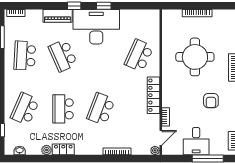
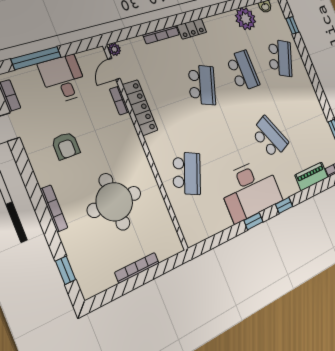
piano: (58, 16) -> (312, 176), moved
school desk: (25, 55) -> (306, 122), removed
locker: (153, 95) -> (140, 108), moved
armchair: (211, 101) -> (66, 146), turned 180
locker: (63, 149) -> (192, 29), moved
plant: (46, 150) -> (246, 19), width x1.88, depth x1.88

